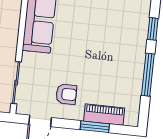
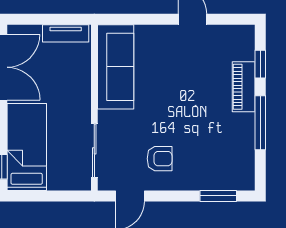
piano: (104, 115) -> (244, 87), moved, turned -90
window: (95, 127) -> (218, 196), moved

